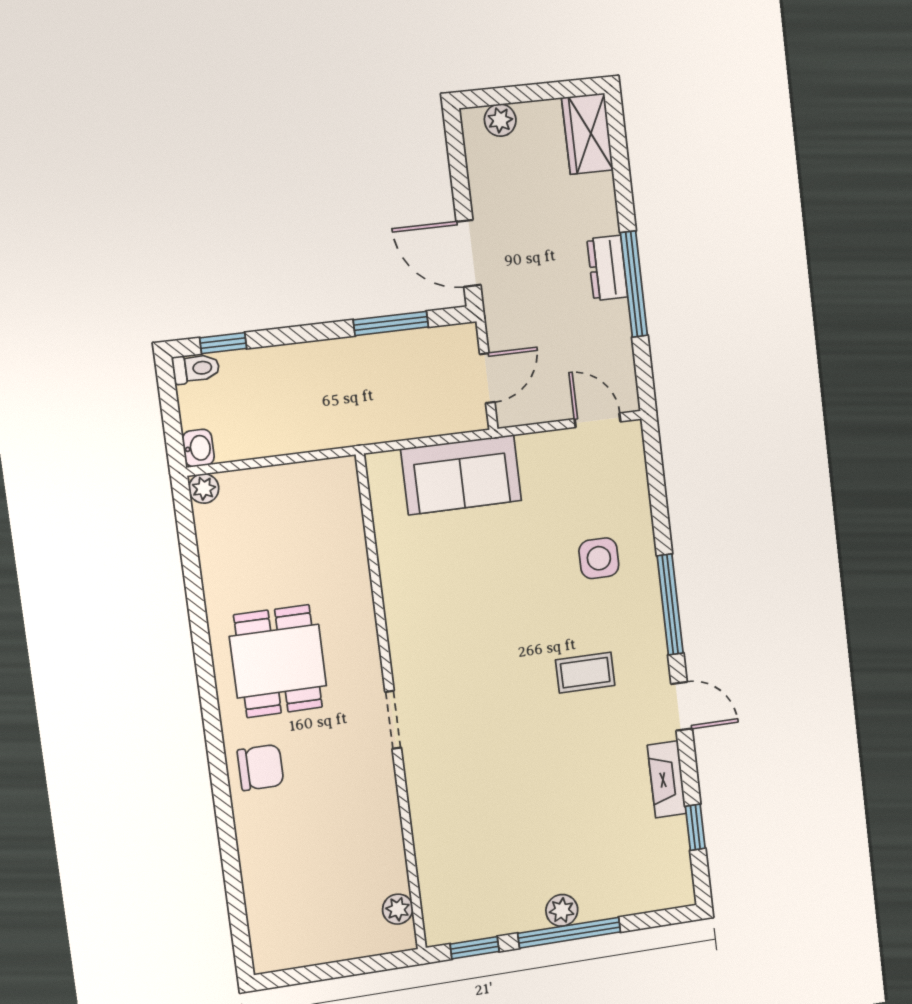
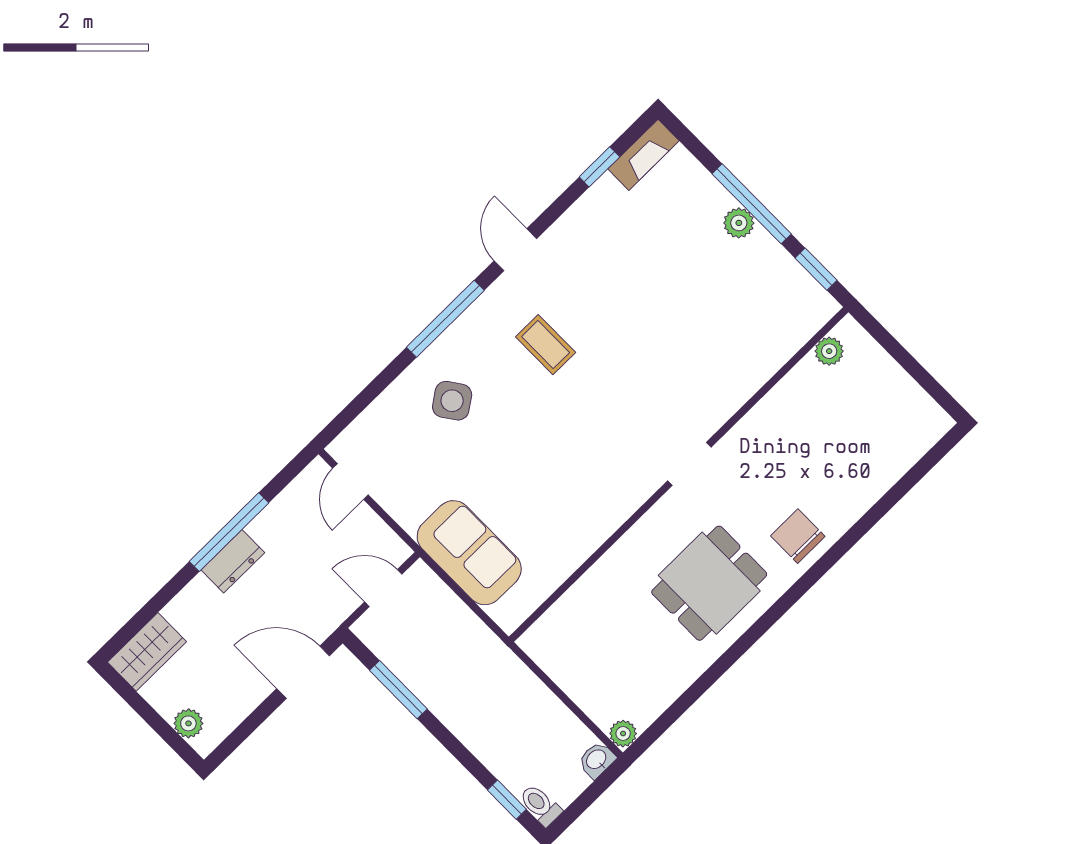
door: (468, 253) -> (303, 672), swing flipped
side table: (599, 558) -> (452, 401), turned -35
fireplace: (667, 779) -> (643, 155), moved

